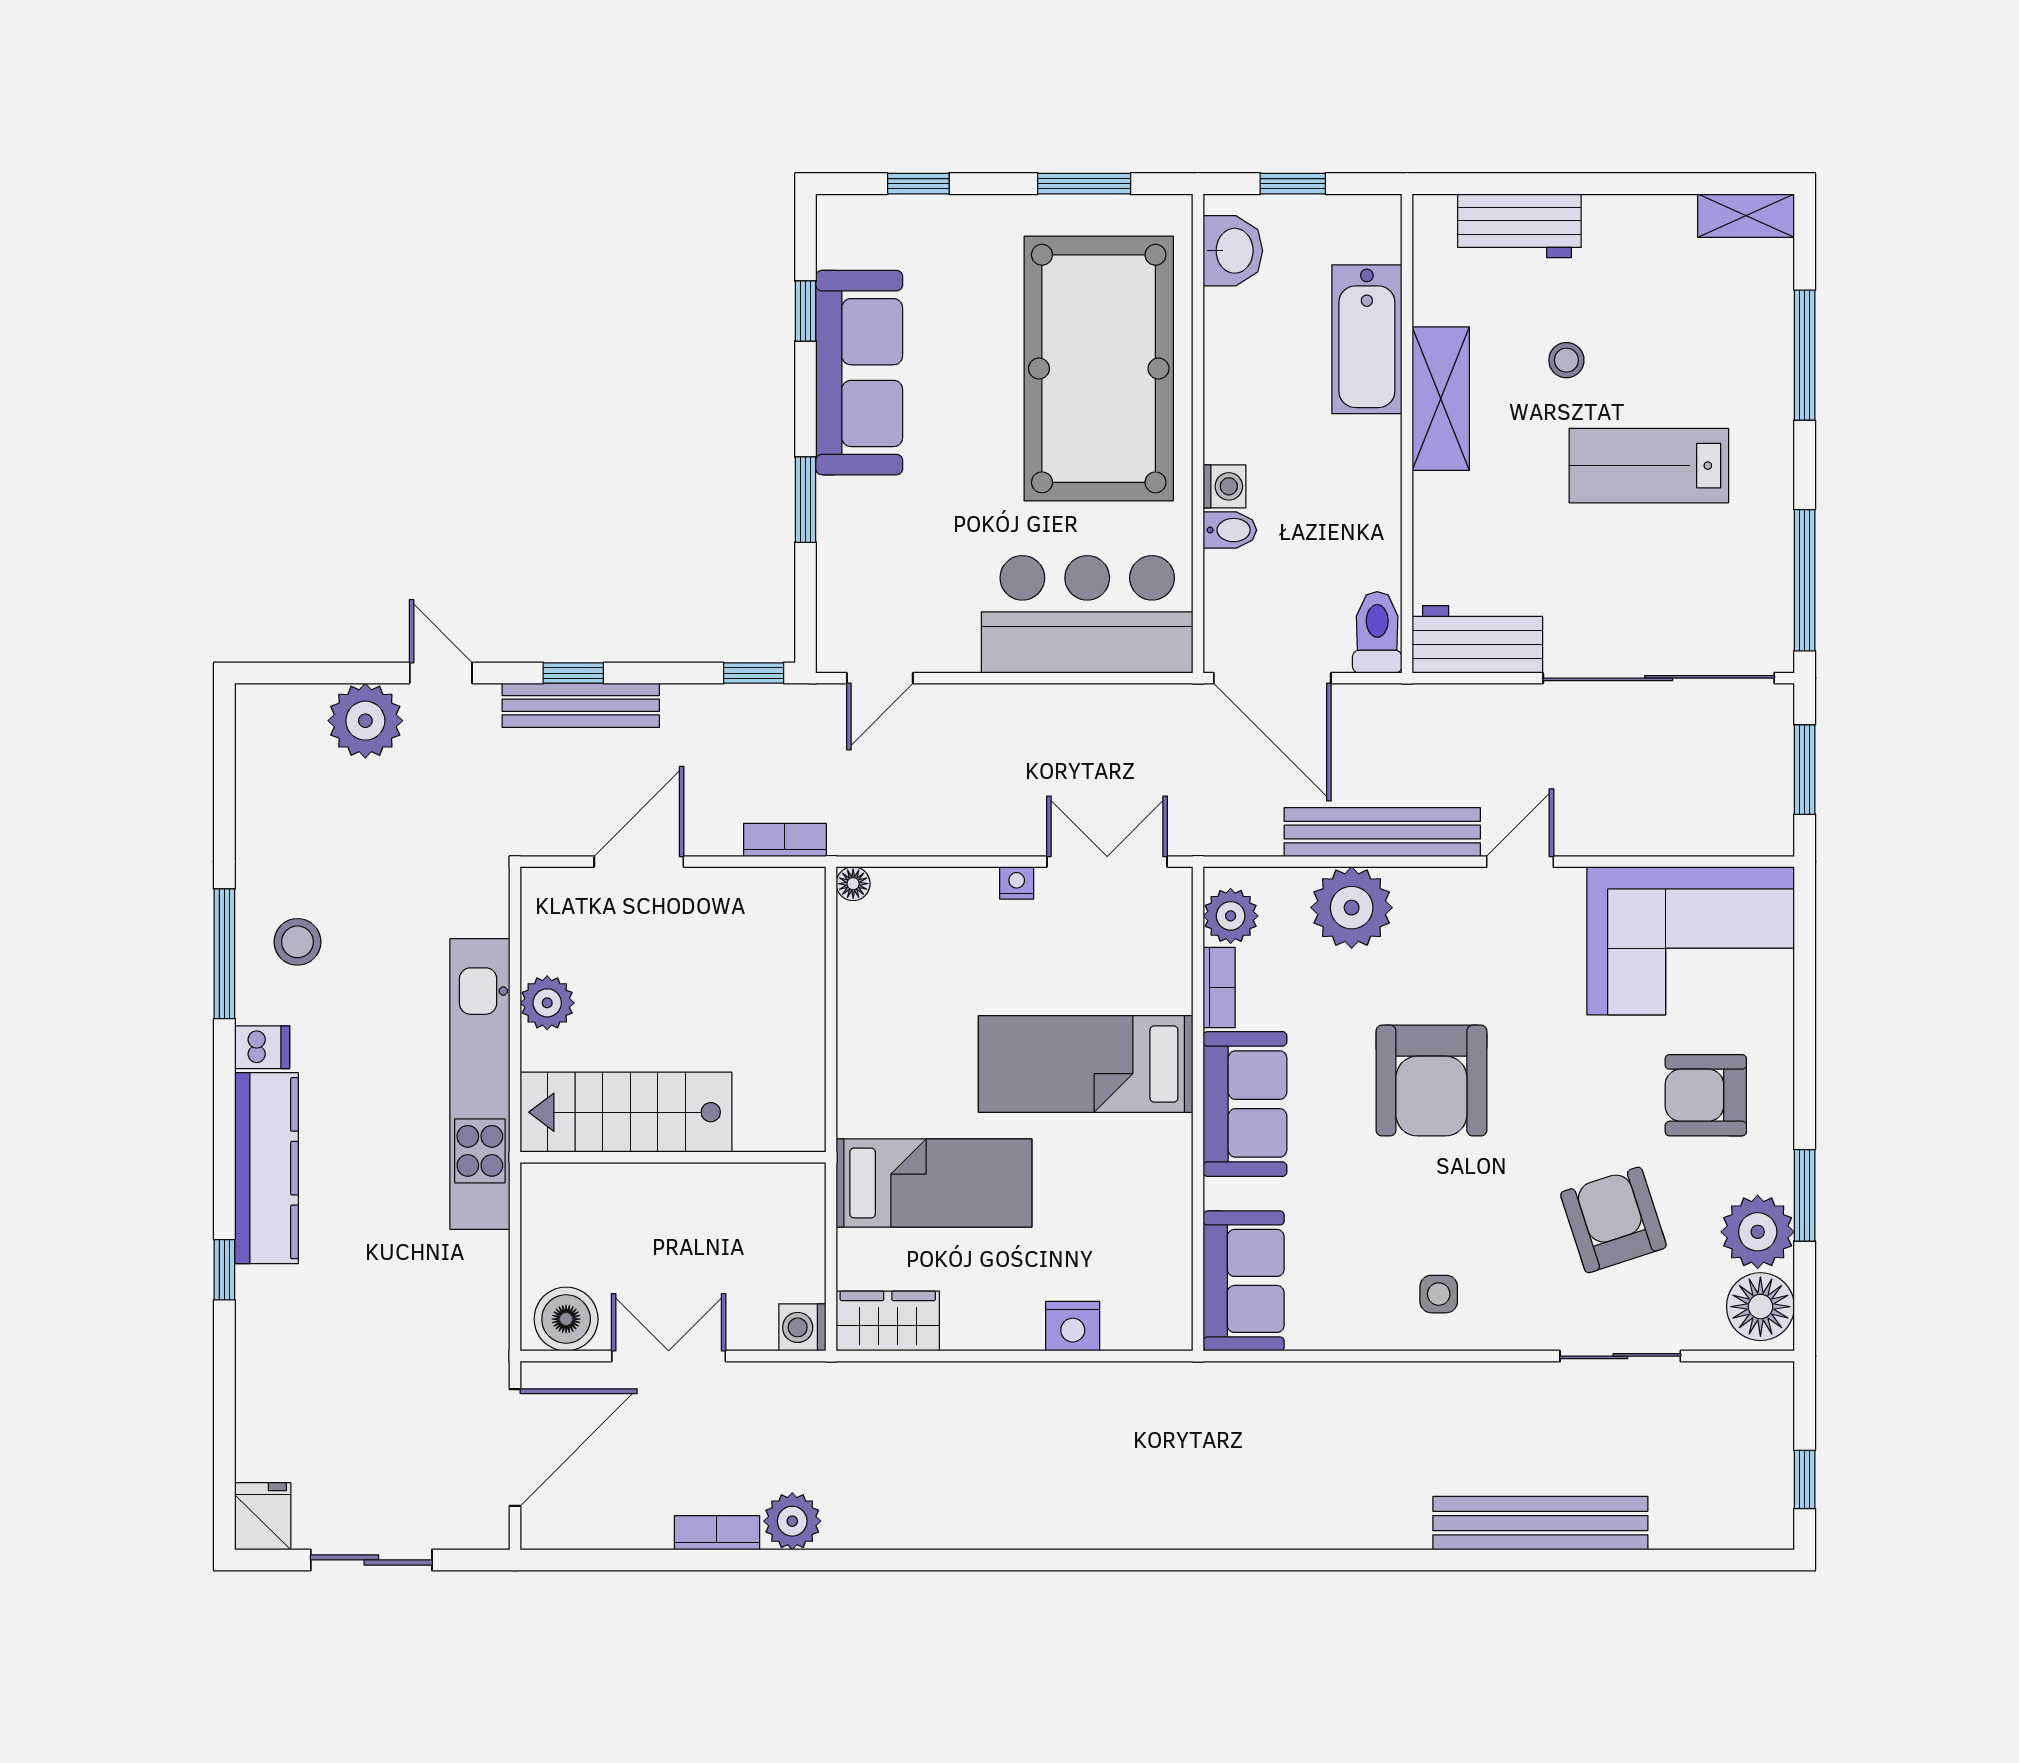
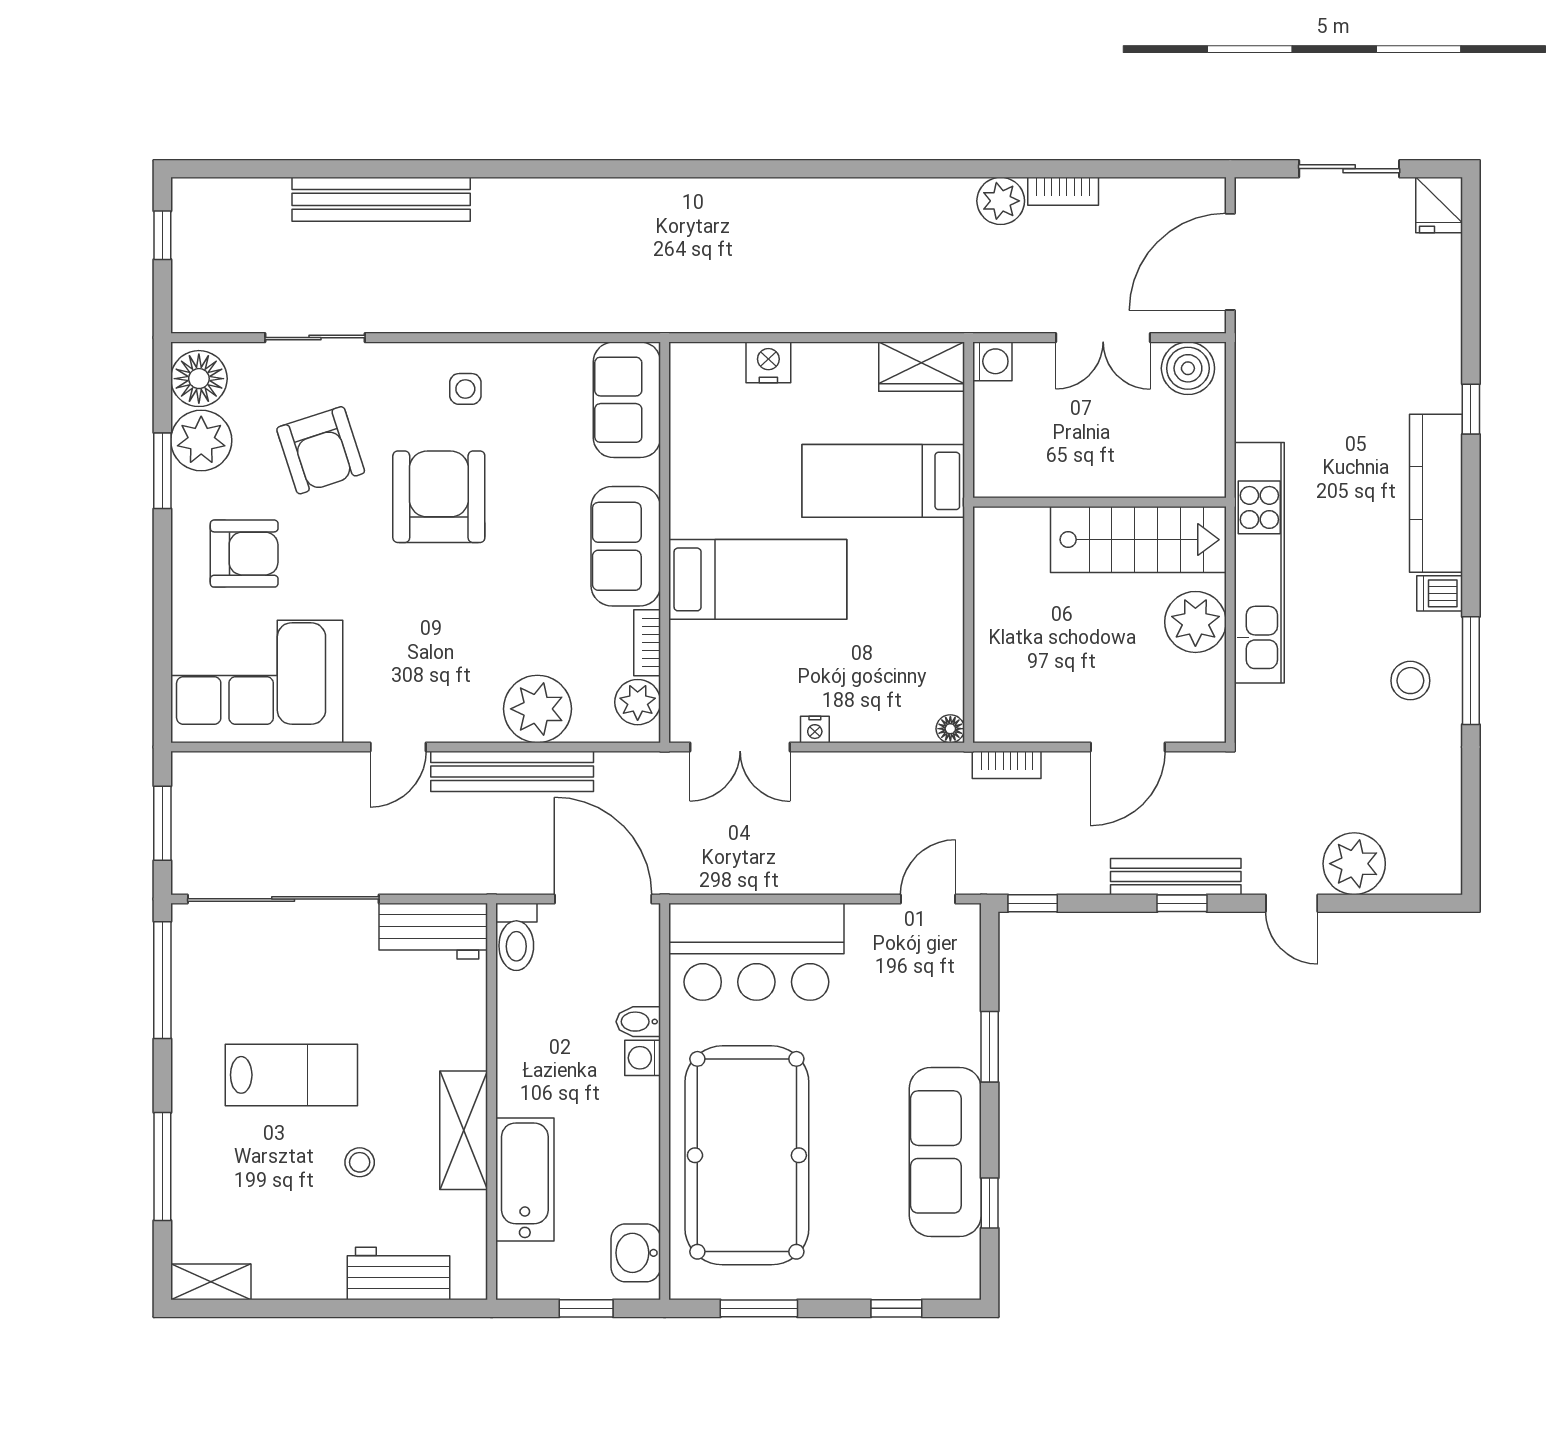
plant: (547, 1003) -> (1195, 622), width x1.36, depth x1.36
armchair: (1431, 1081) -> (439, 497), moved

